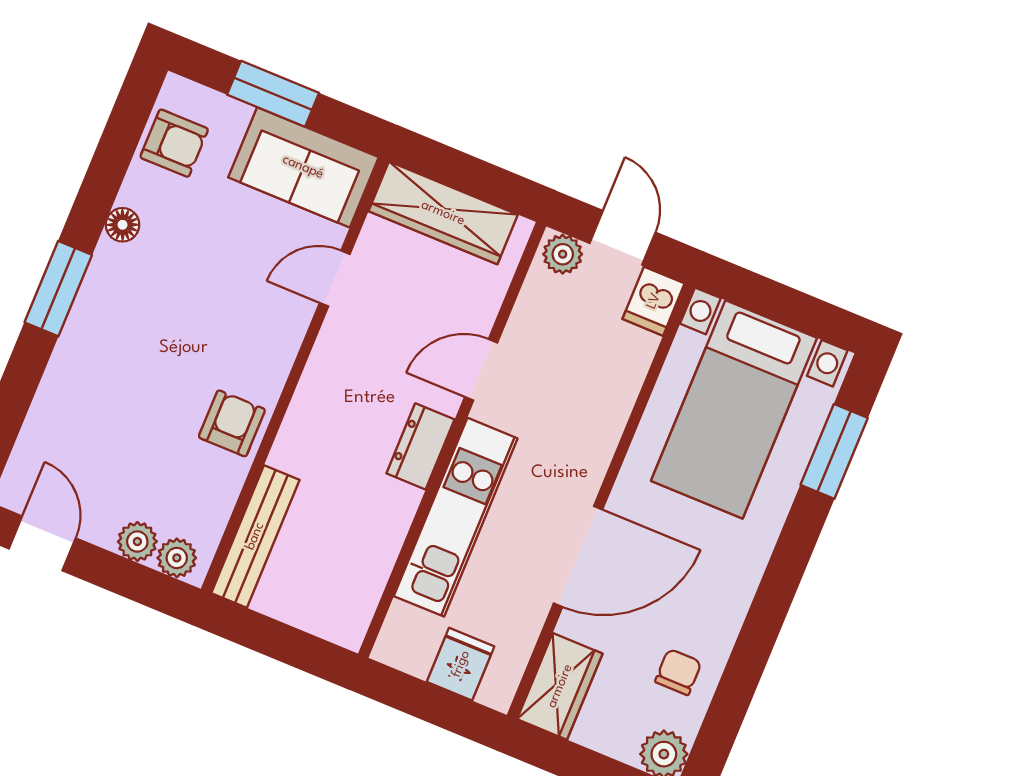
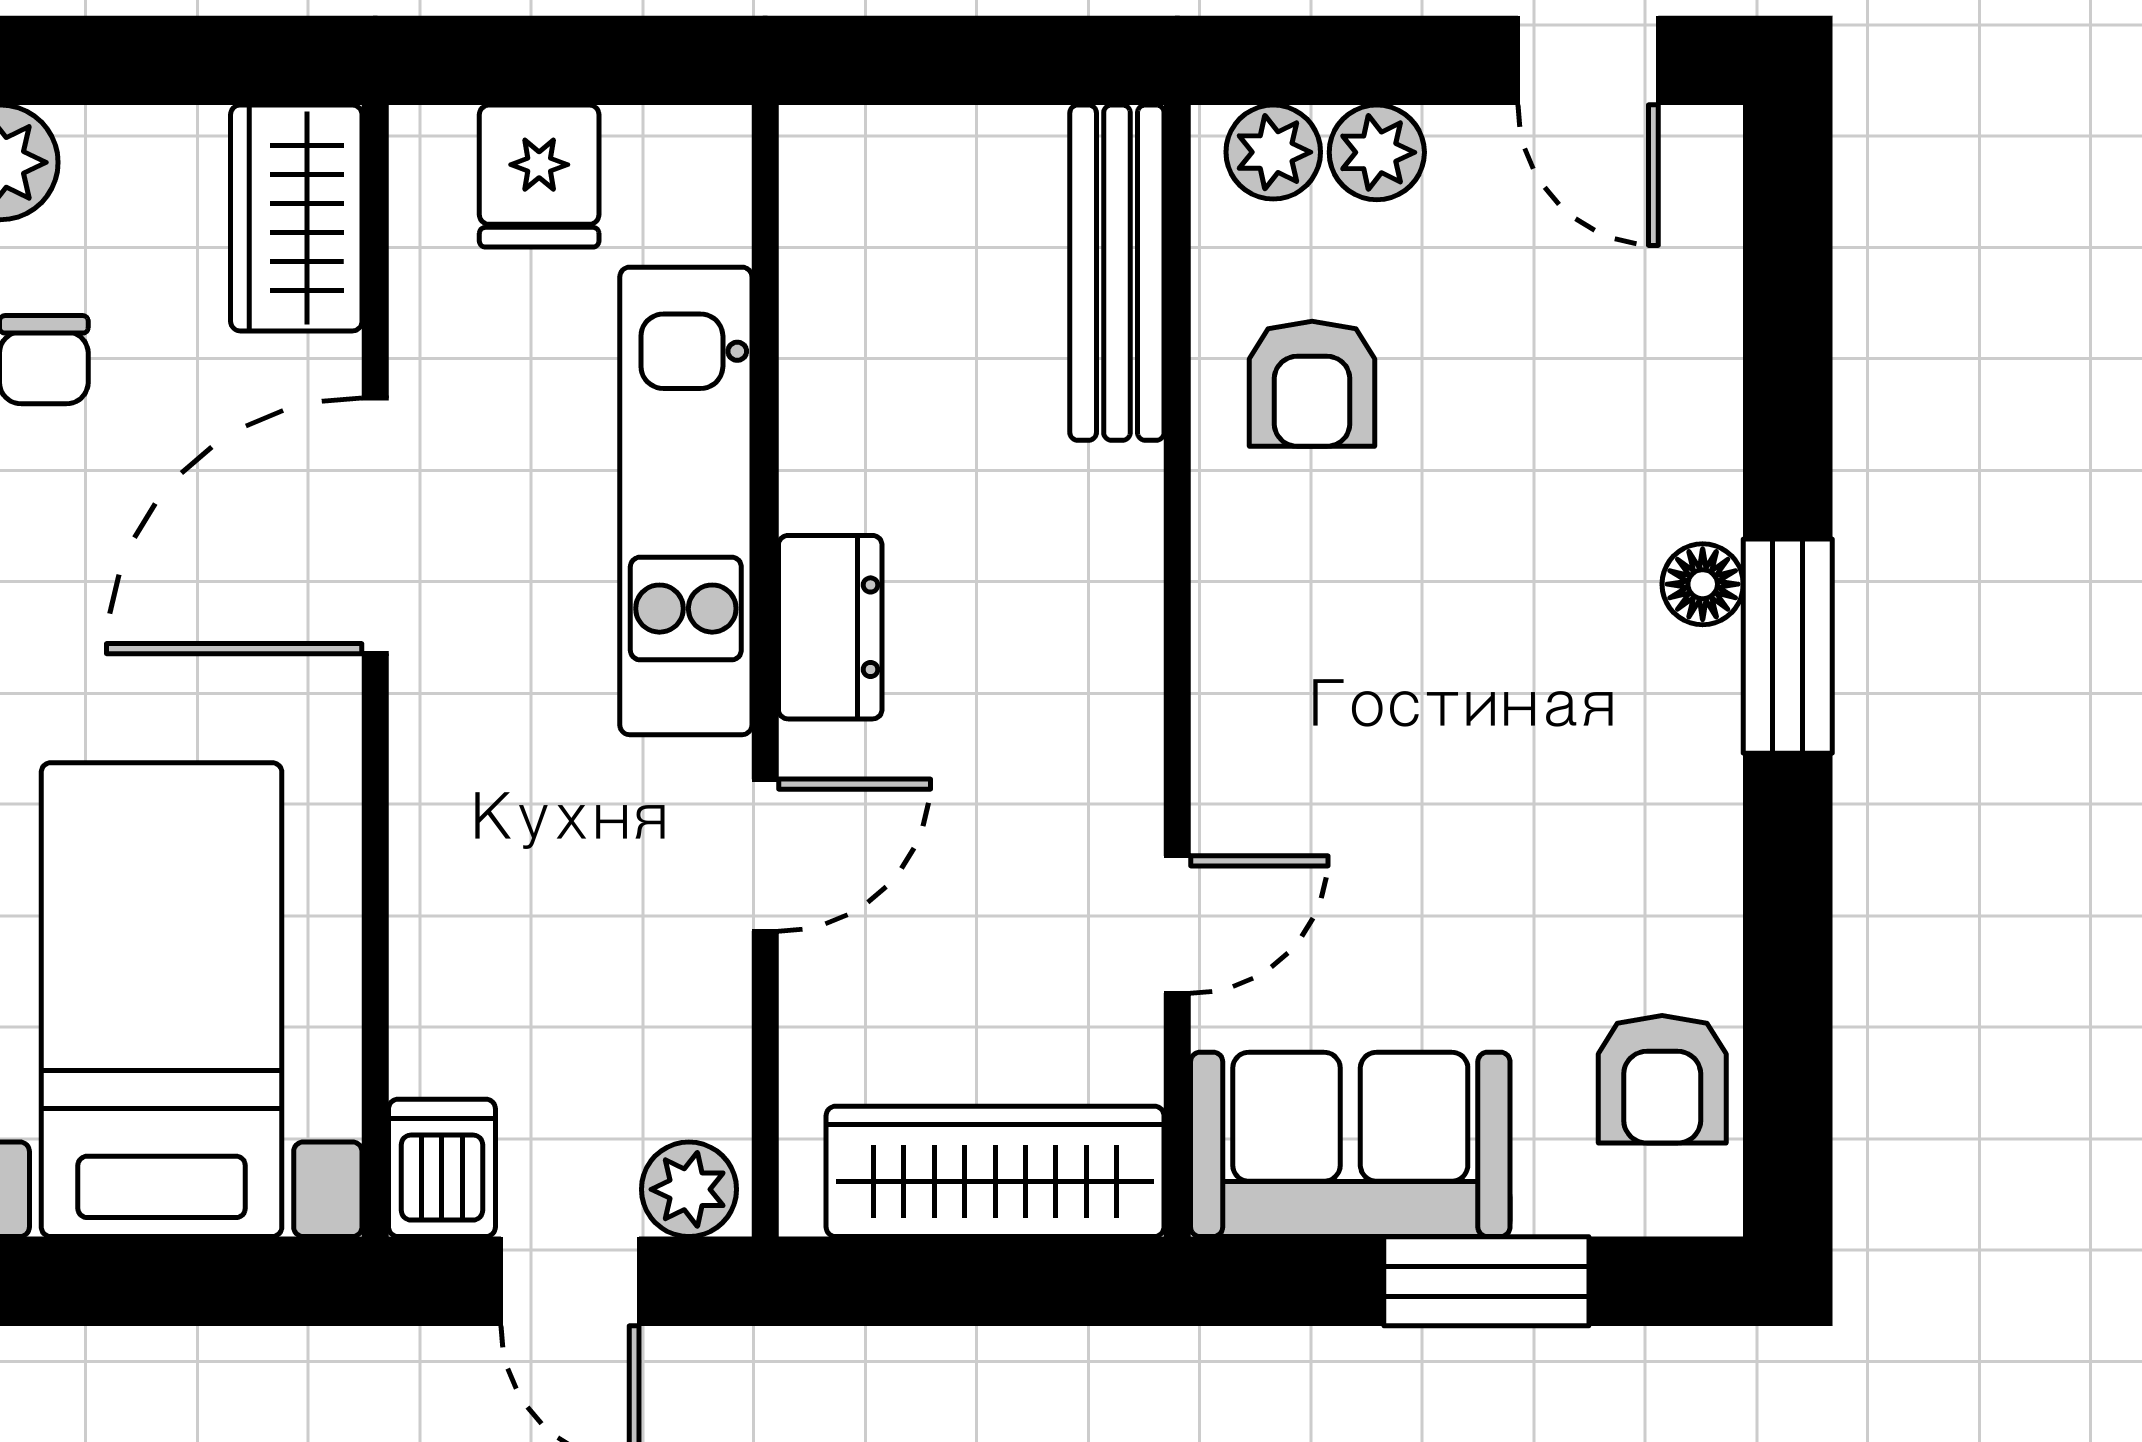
armchair: (174, 143) -> (1662, 1079), turned -90
floor lamp: (123, 225) -> (1703, 584), moved
armchair: (232, 423) -> (1312, 384), moved

